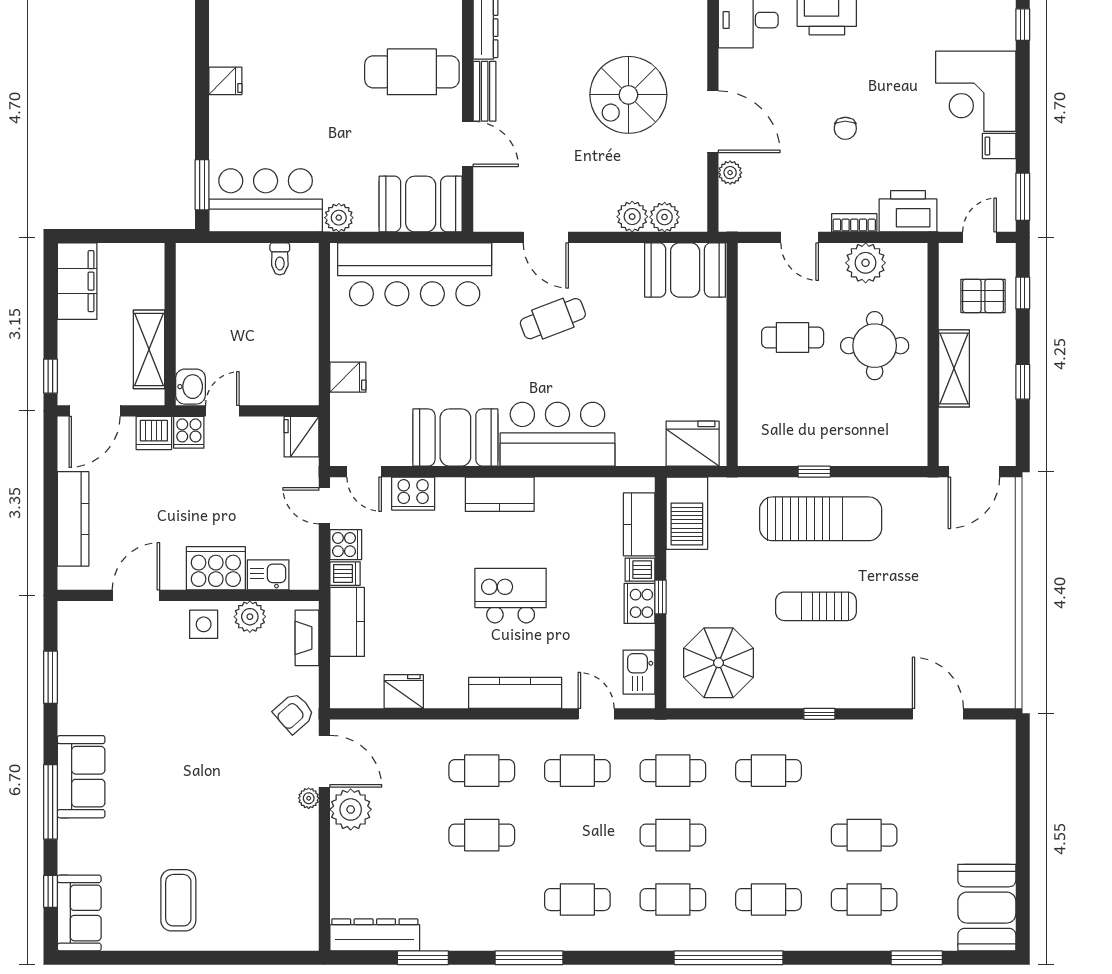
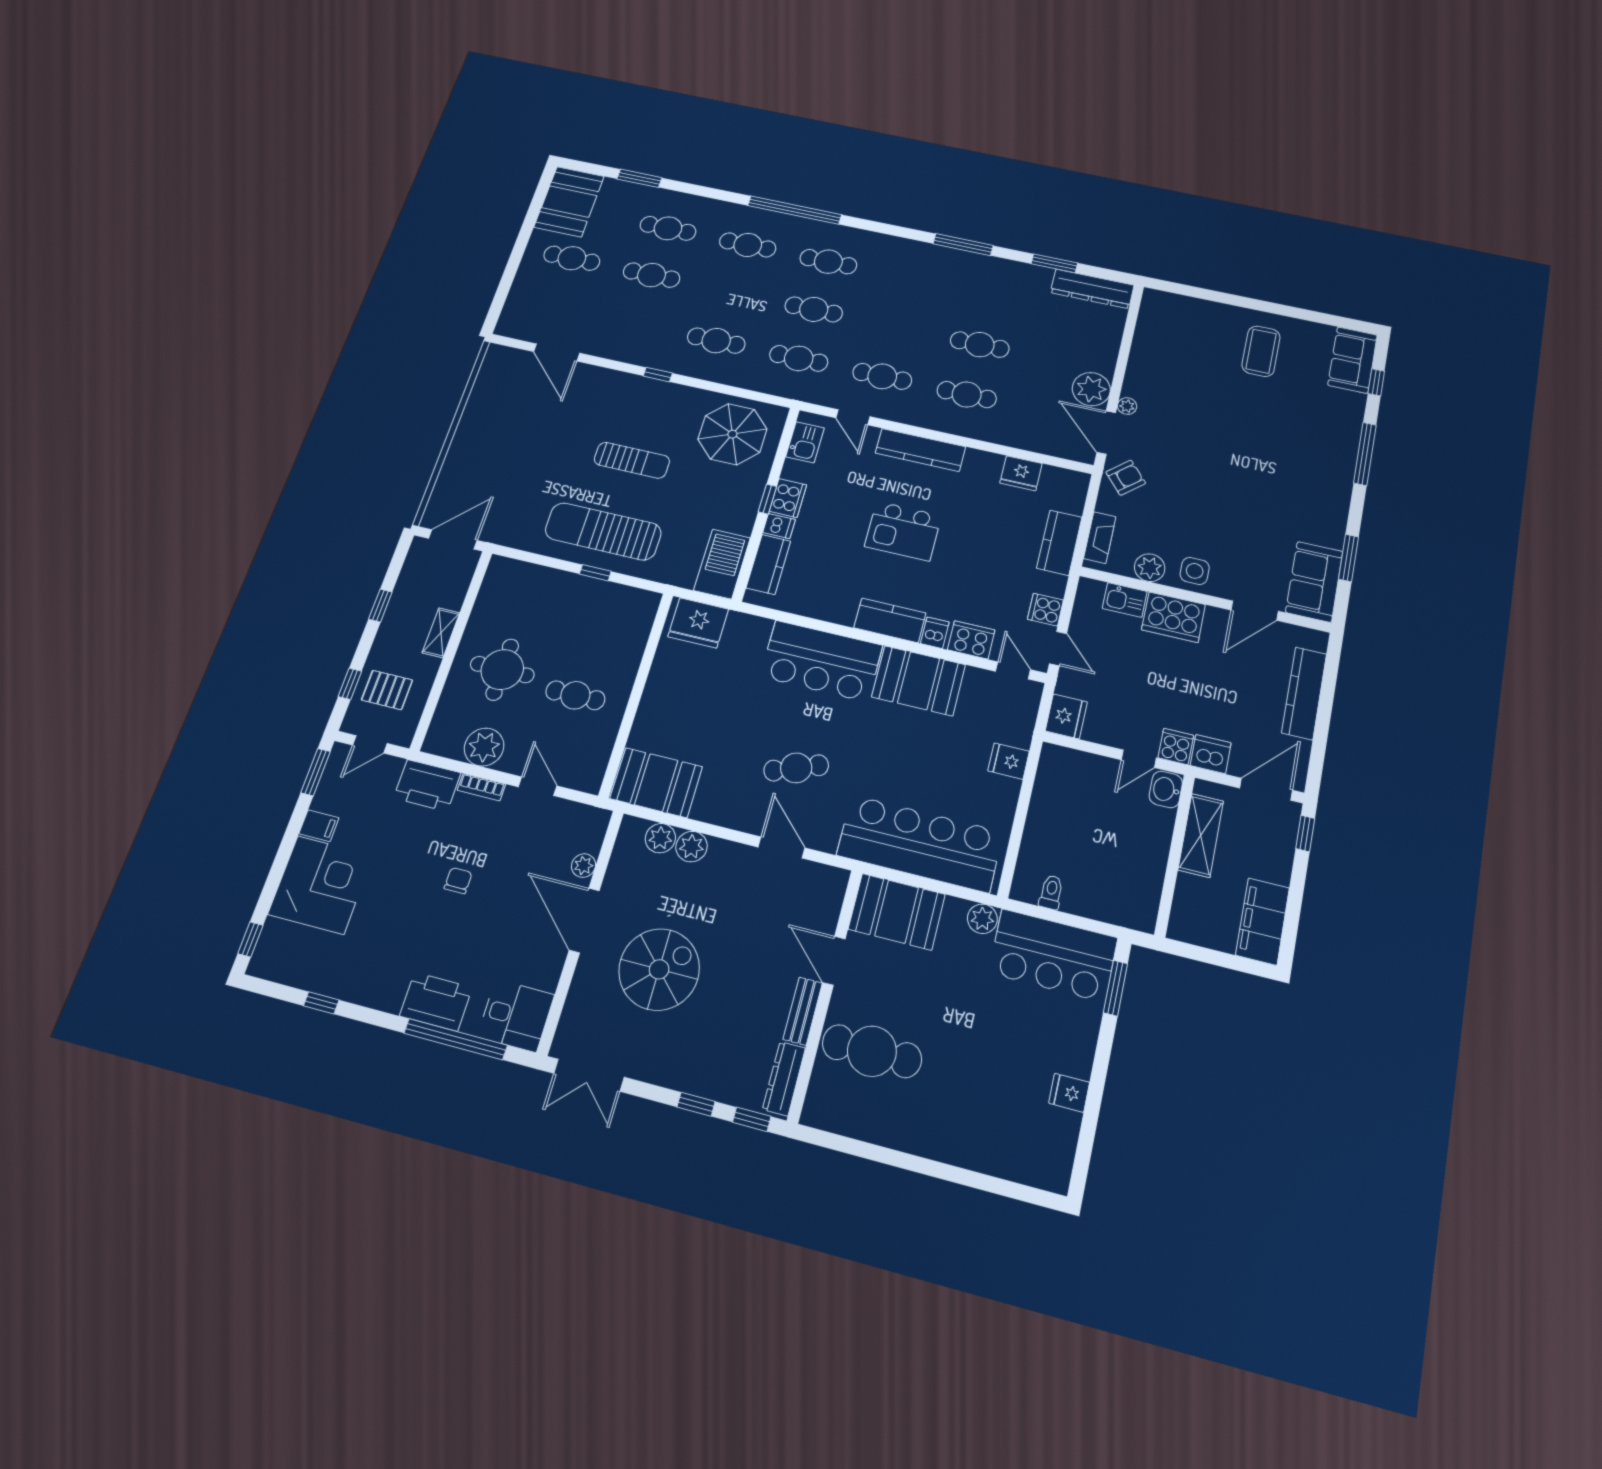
shelving: (954, 368) -> (441, 633), width x0.67, depth x0.75
dishwasher: (345, 574) -> (935, 633), moved, turned 90
sofa: (81, 777) -> (1314, 582), moved
cafe table: (577, 900) -> (572, 258), moved

